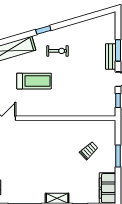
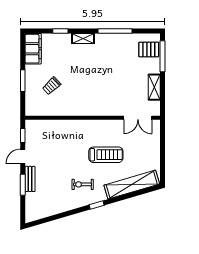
treadmill: (34, 81) -> (106, 155), turned 180

